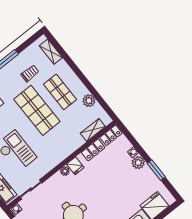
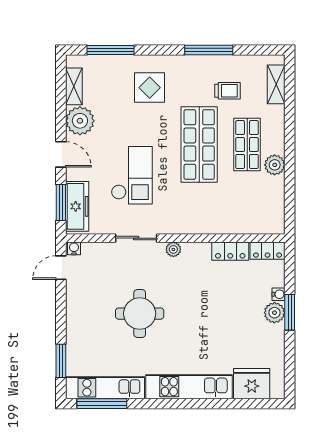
plant: (89, 101) -> (275, 165), moved
shelving: (93, 130) -> (250, 226), removed
fridge: (75, 166) -> (192, 253), removed
window: (156, 170) -> (290, 312), moved
sliding door: (30, 190) -> (136, 238), moved

